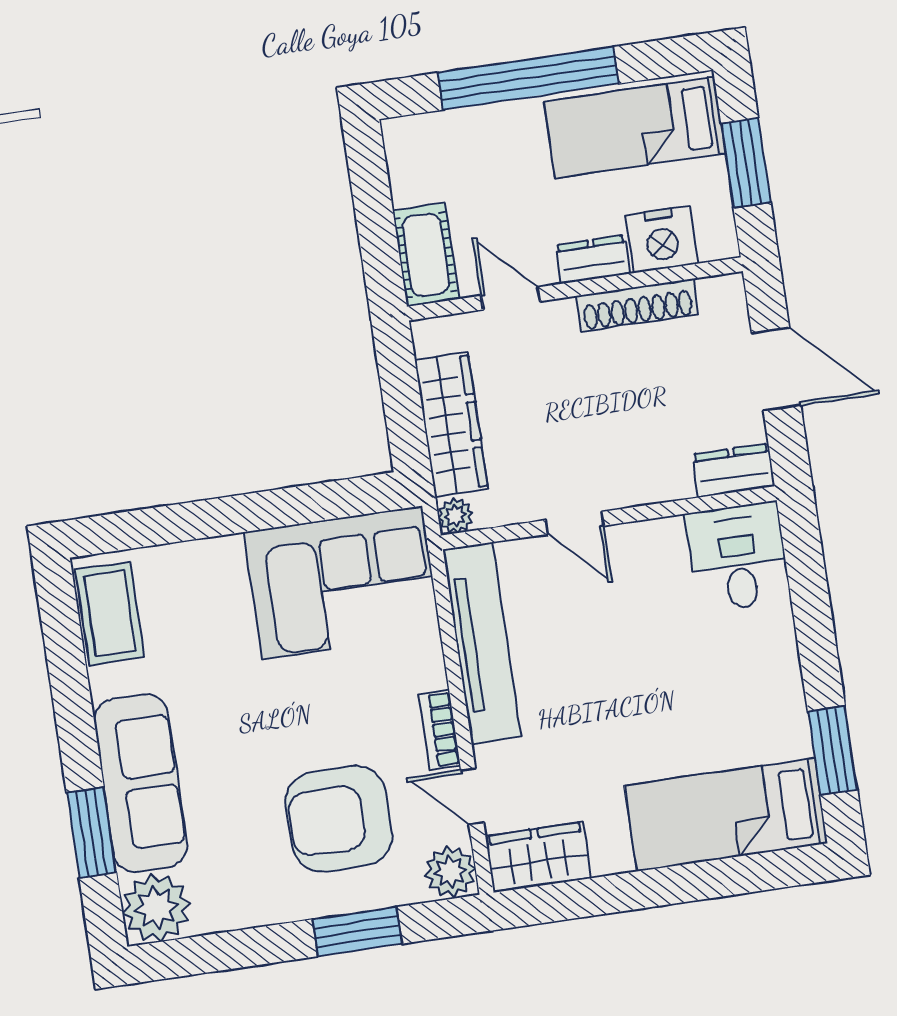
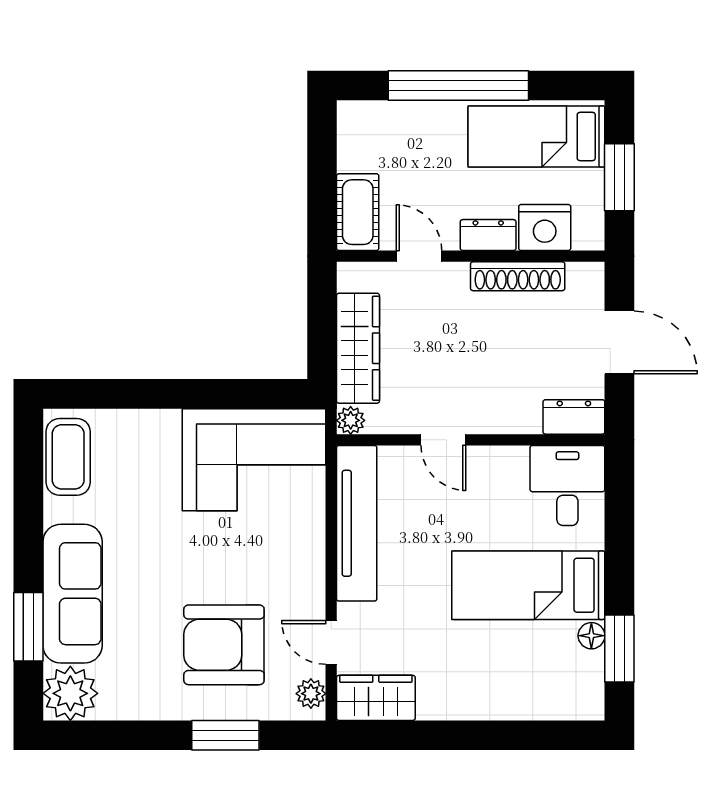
bookcase: (440, 730) -> (314, 587), removed
floor lamp: (795, 740) -> (591, 636), added
bed: (726, 815) -> (528, 585), moved
plant: (450, 872) -> (311, 694), width x0.73, depth x0.73

